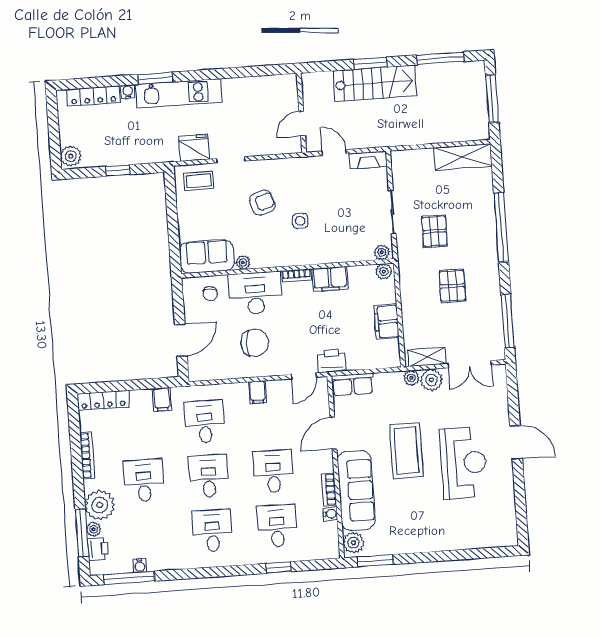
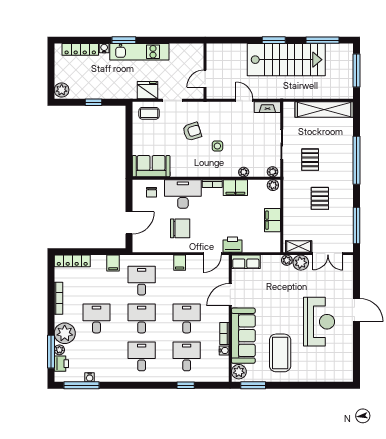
stairs: (375, 83) -> (286, 60), width x1.36, depth x1.51
wall: (301, 113) -> (205, 71), moved
door: (302, 123) -> (205, 79), moved
shelving: (463, 157) -> (324, 110), width x1.47
plant: (243, 262) -> (244, 172), moved
coffee table: (406, 451) -> (280, 353), moved

